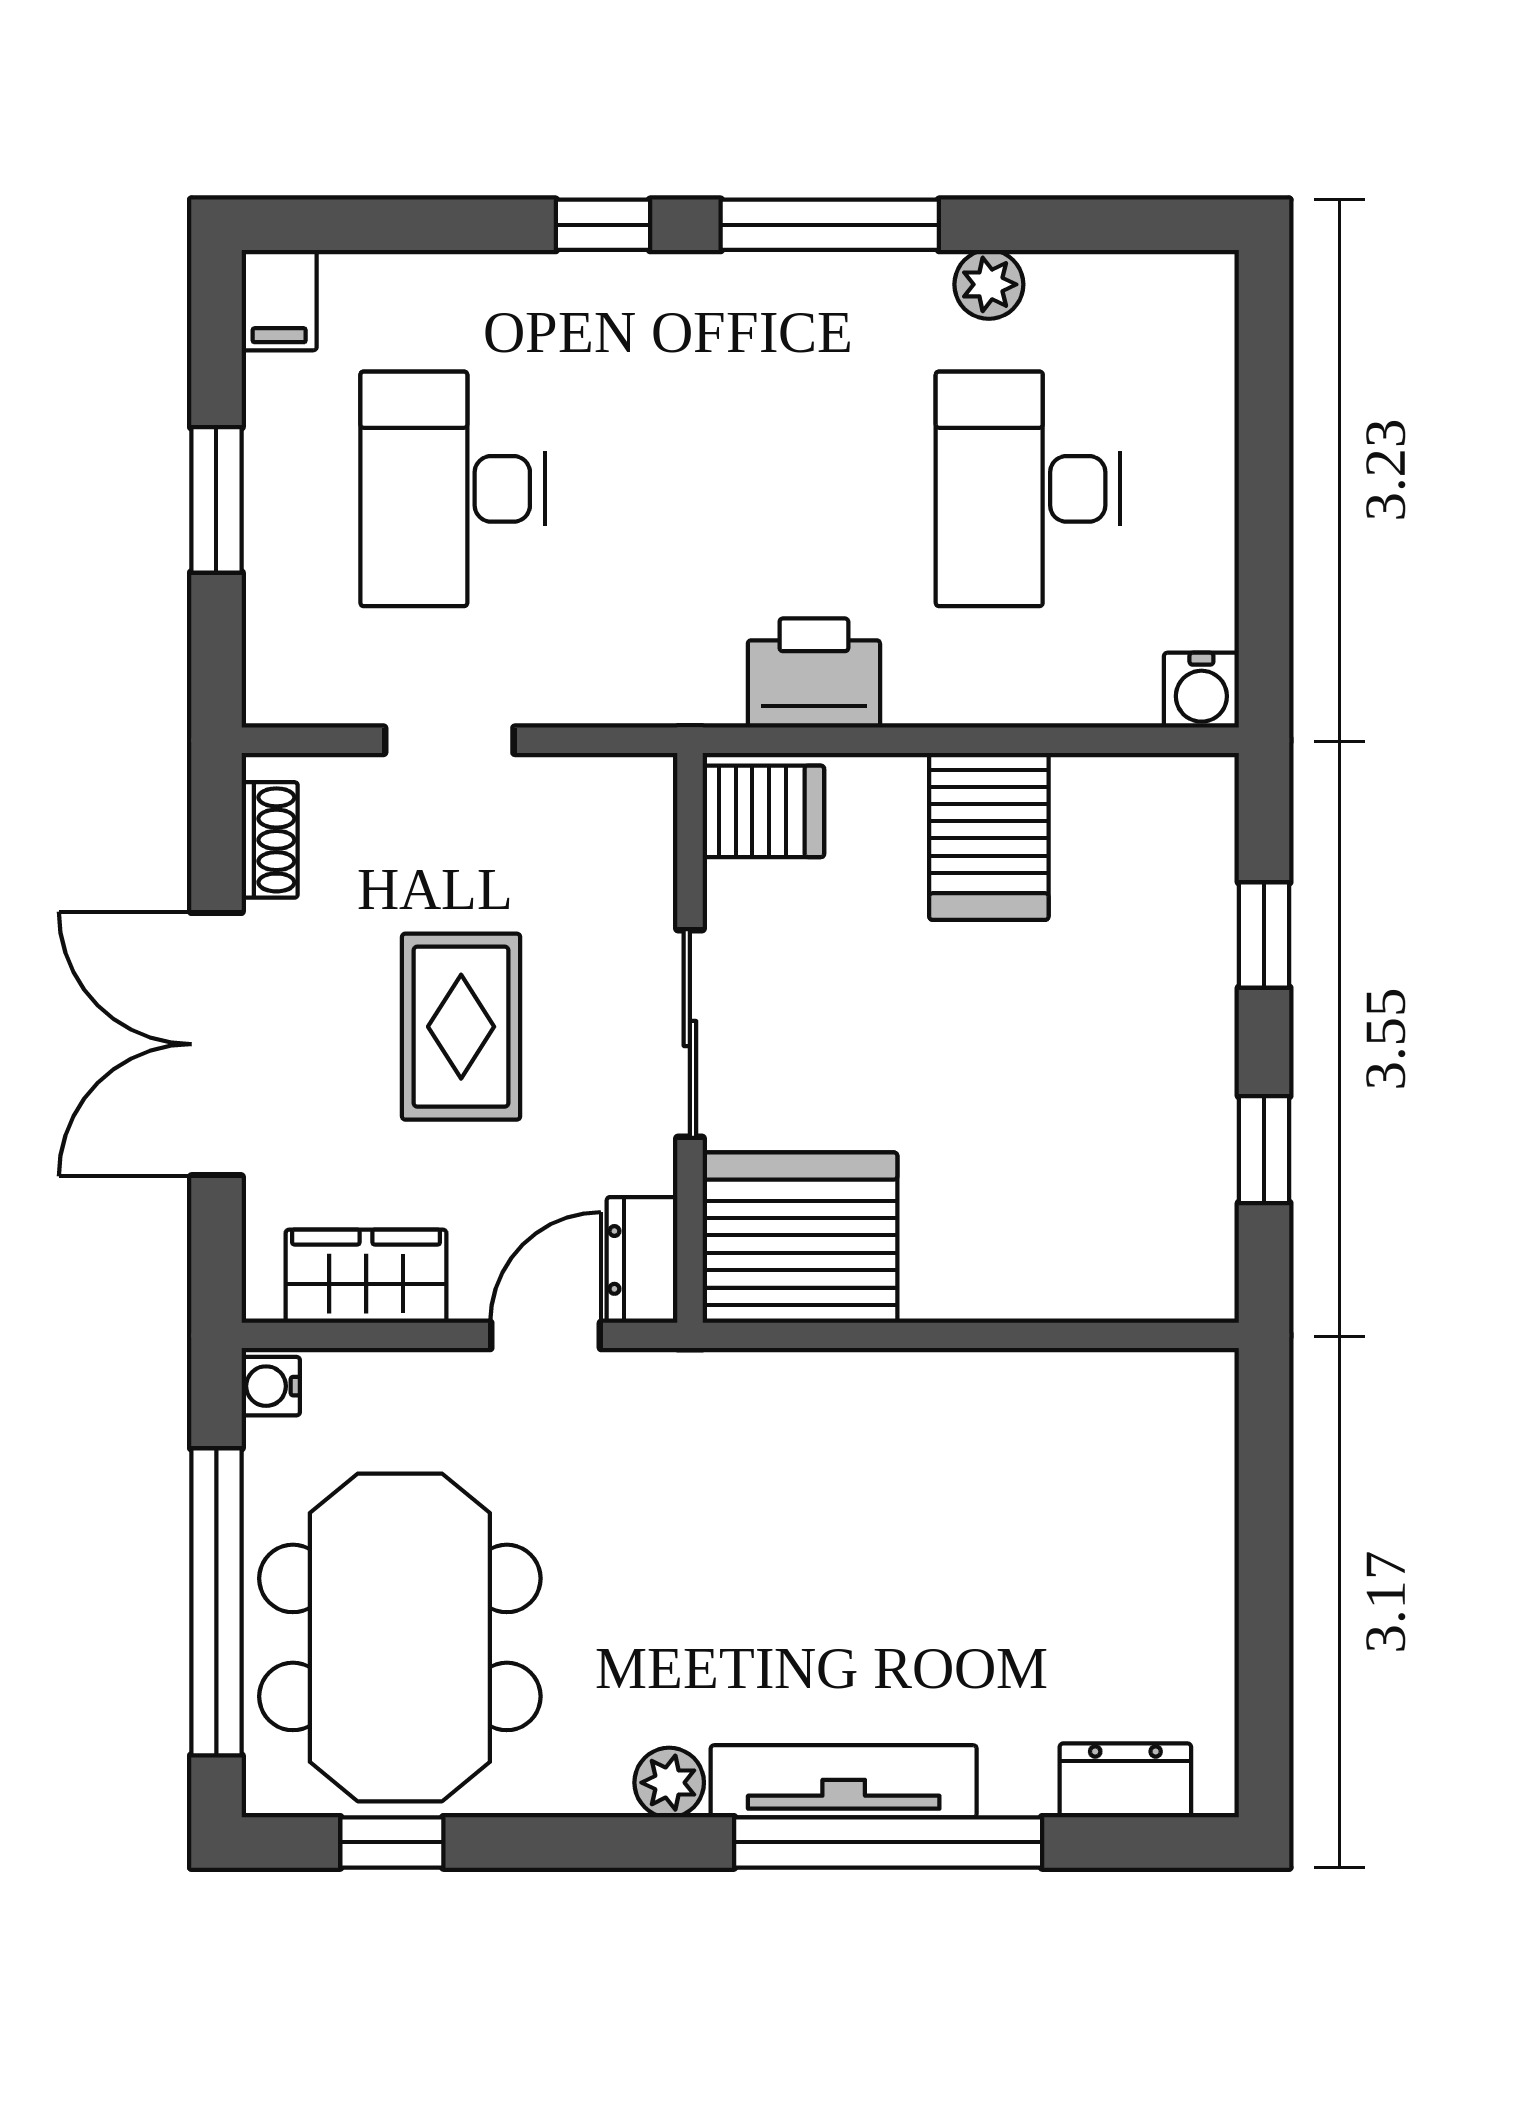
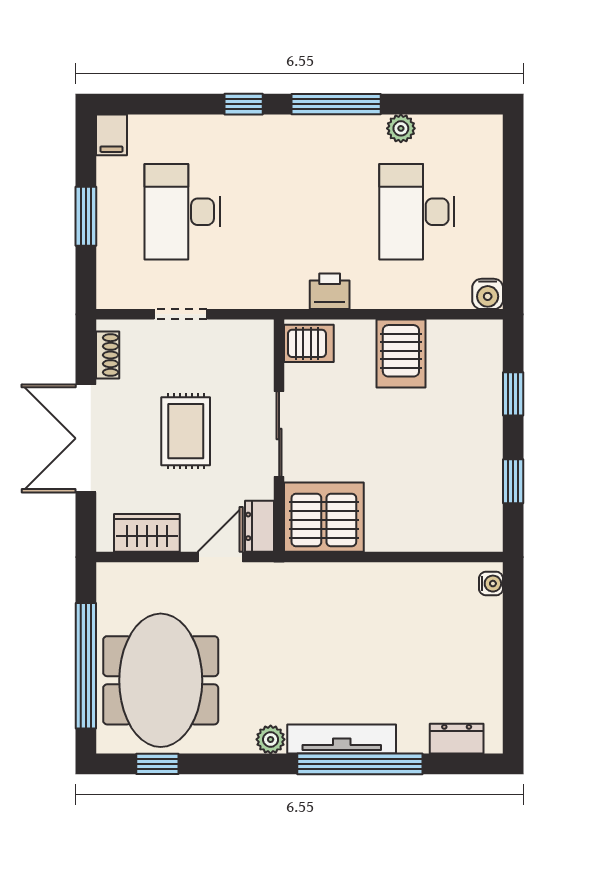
printer: (814, 673) -> (330, 291), width x0.73, depth x0.81
water cooler: (271, 1386) -> (491, 584), moved, turned 180

